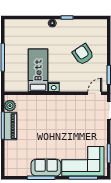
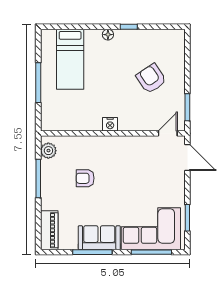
bed: (38, 70) -> (70, 59), moved, turned 180
armchair: (36, 125) -> (85, 178), added
piano: (10, 126) -> (49, 230), moved

